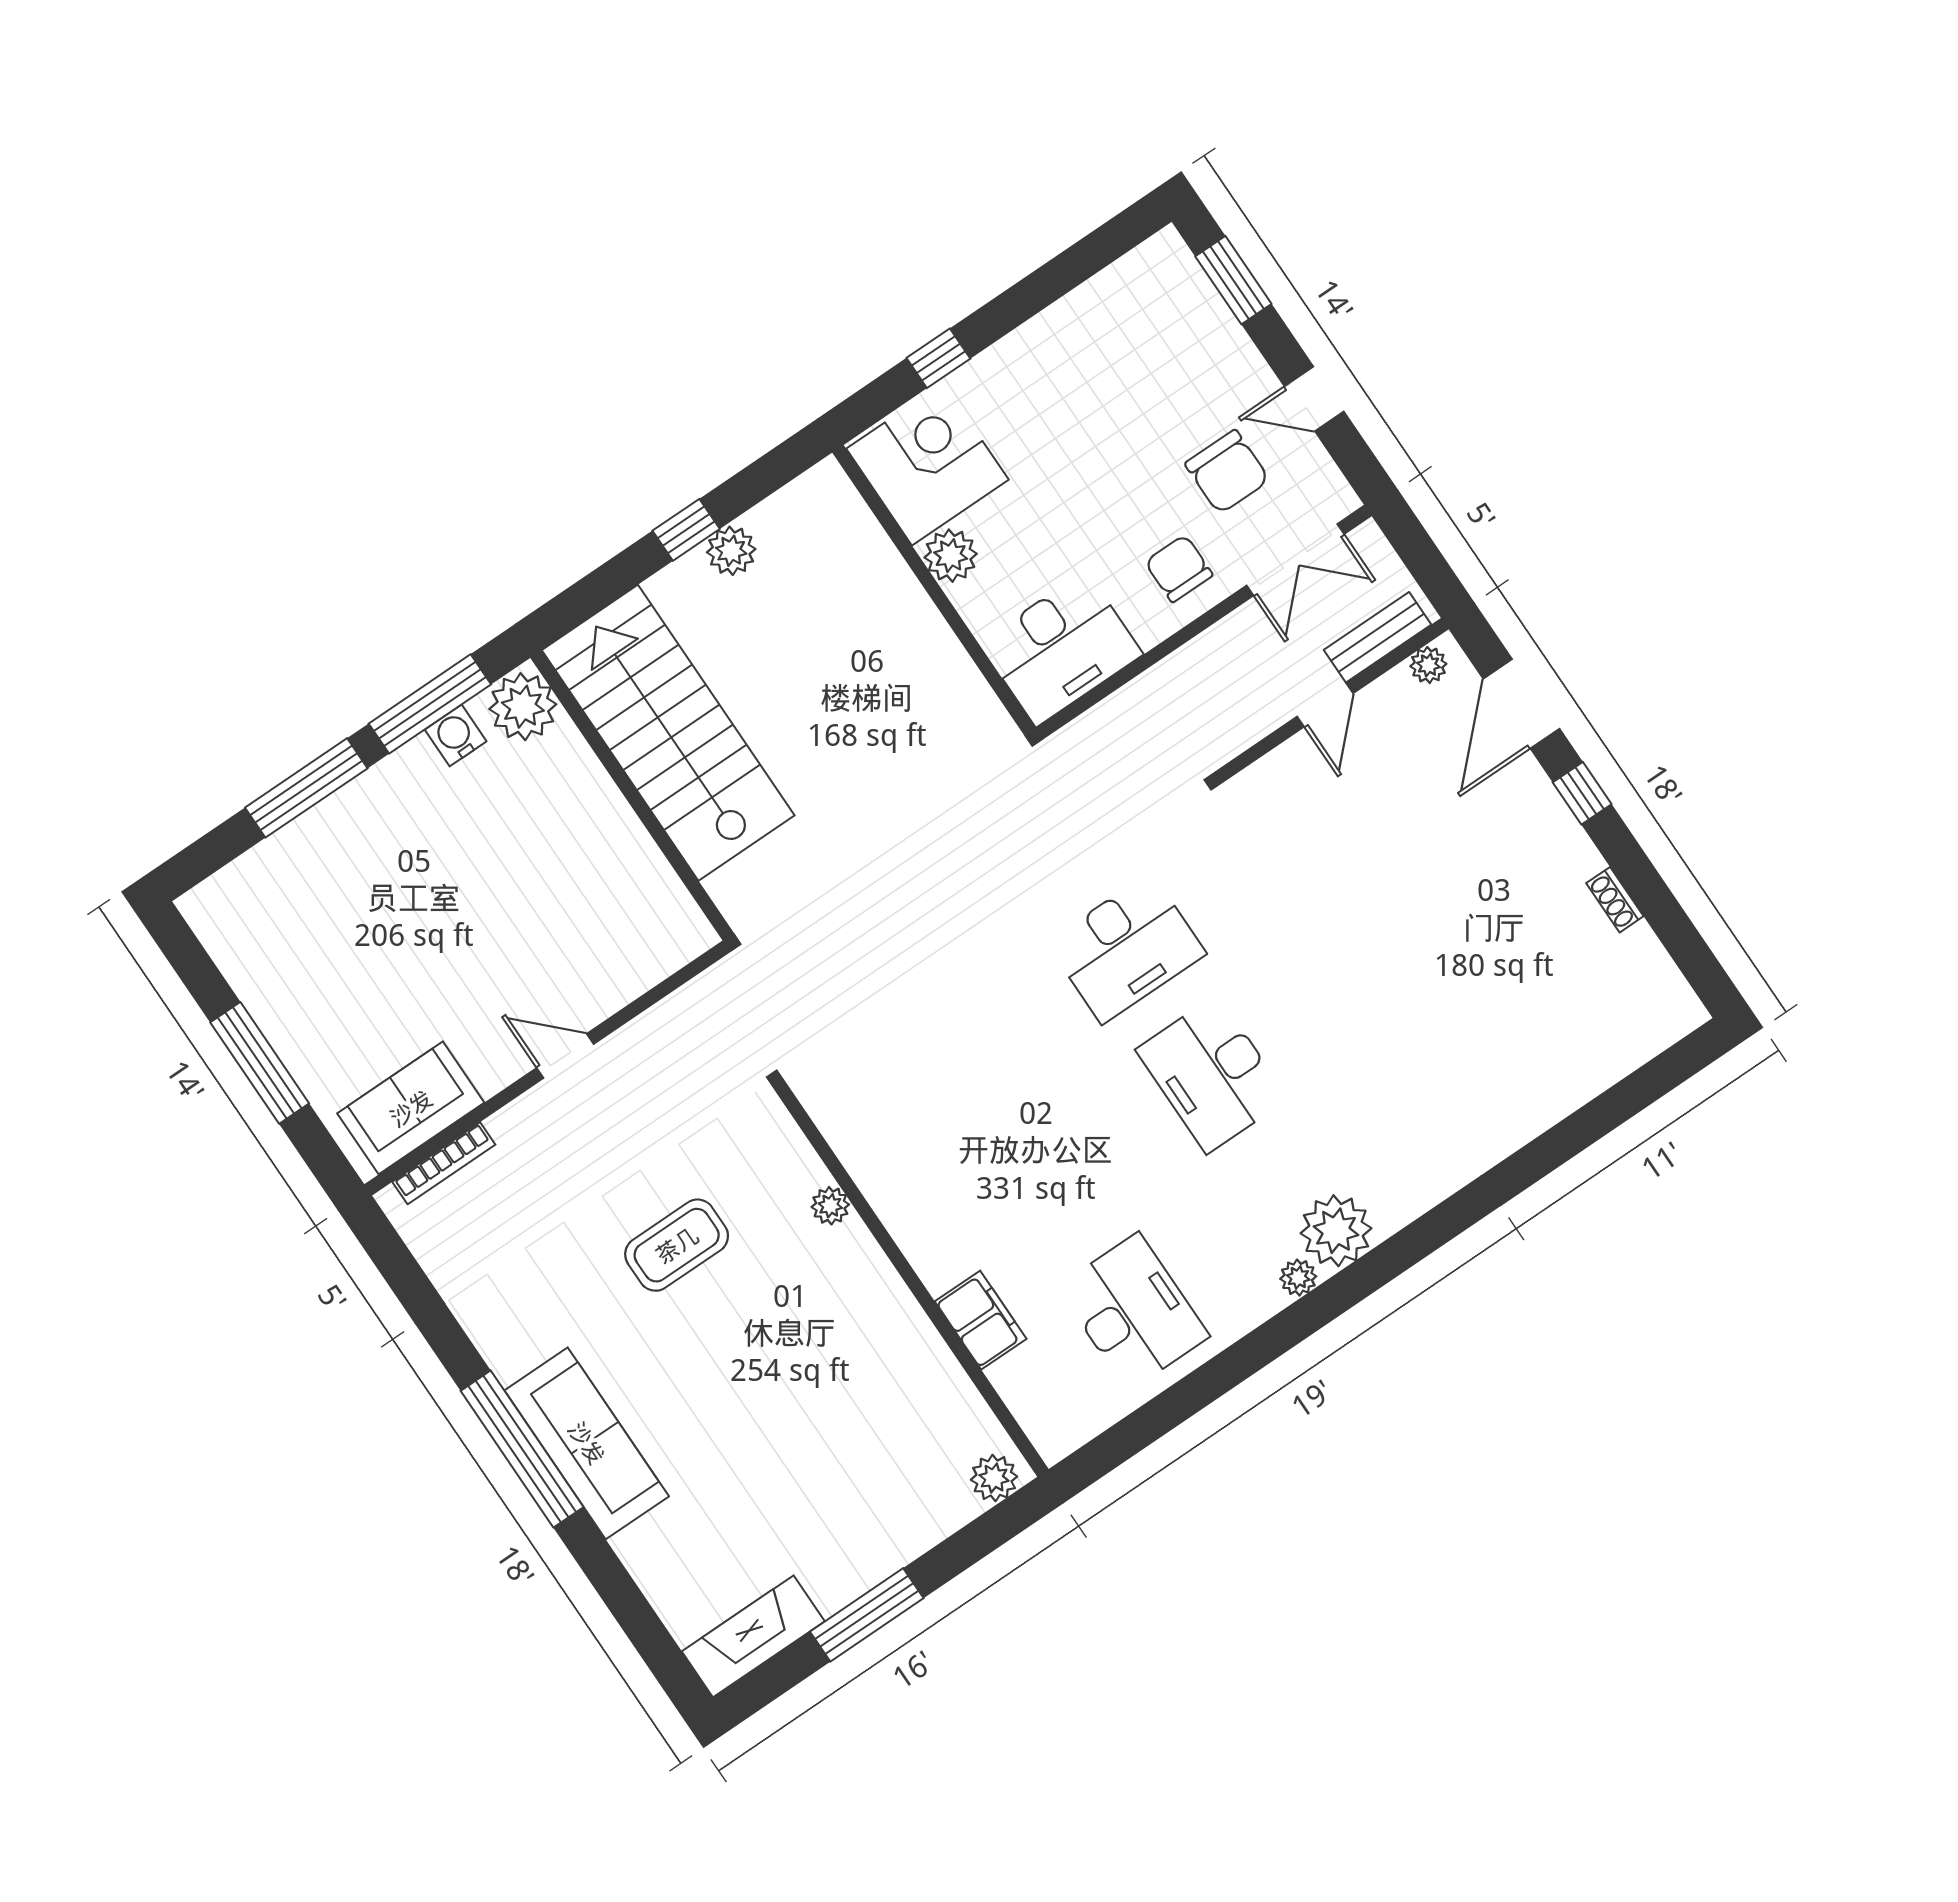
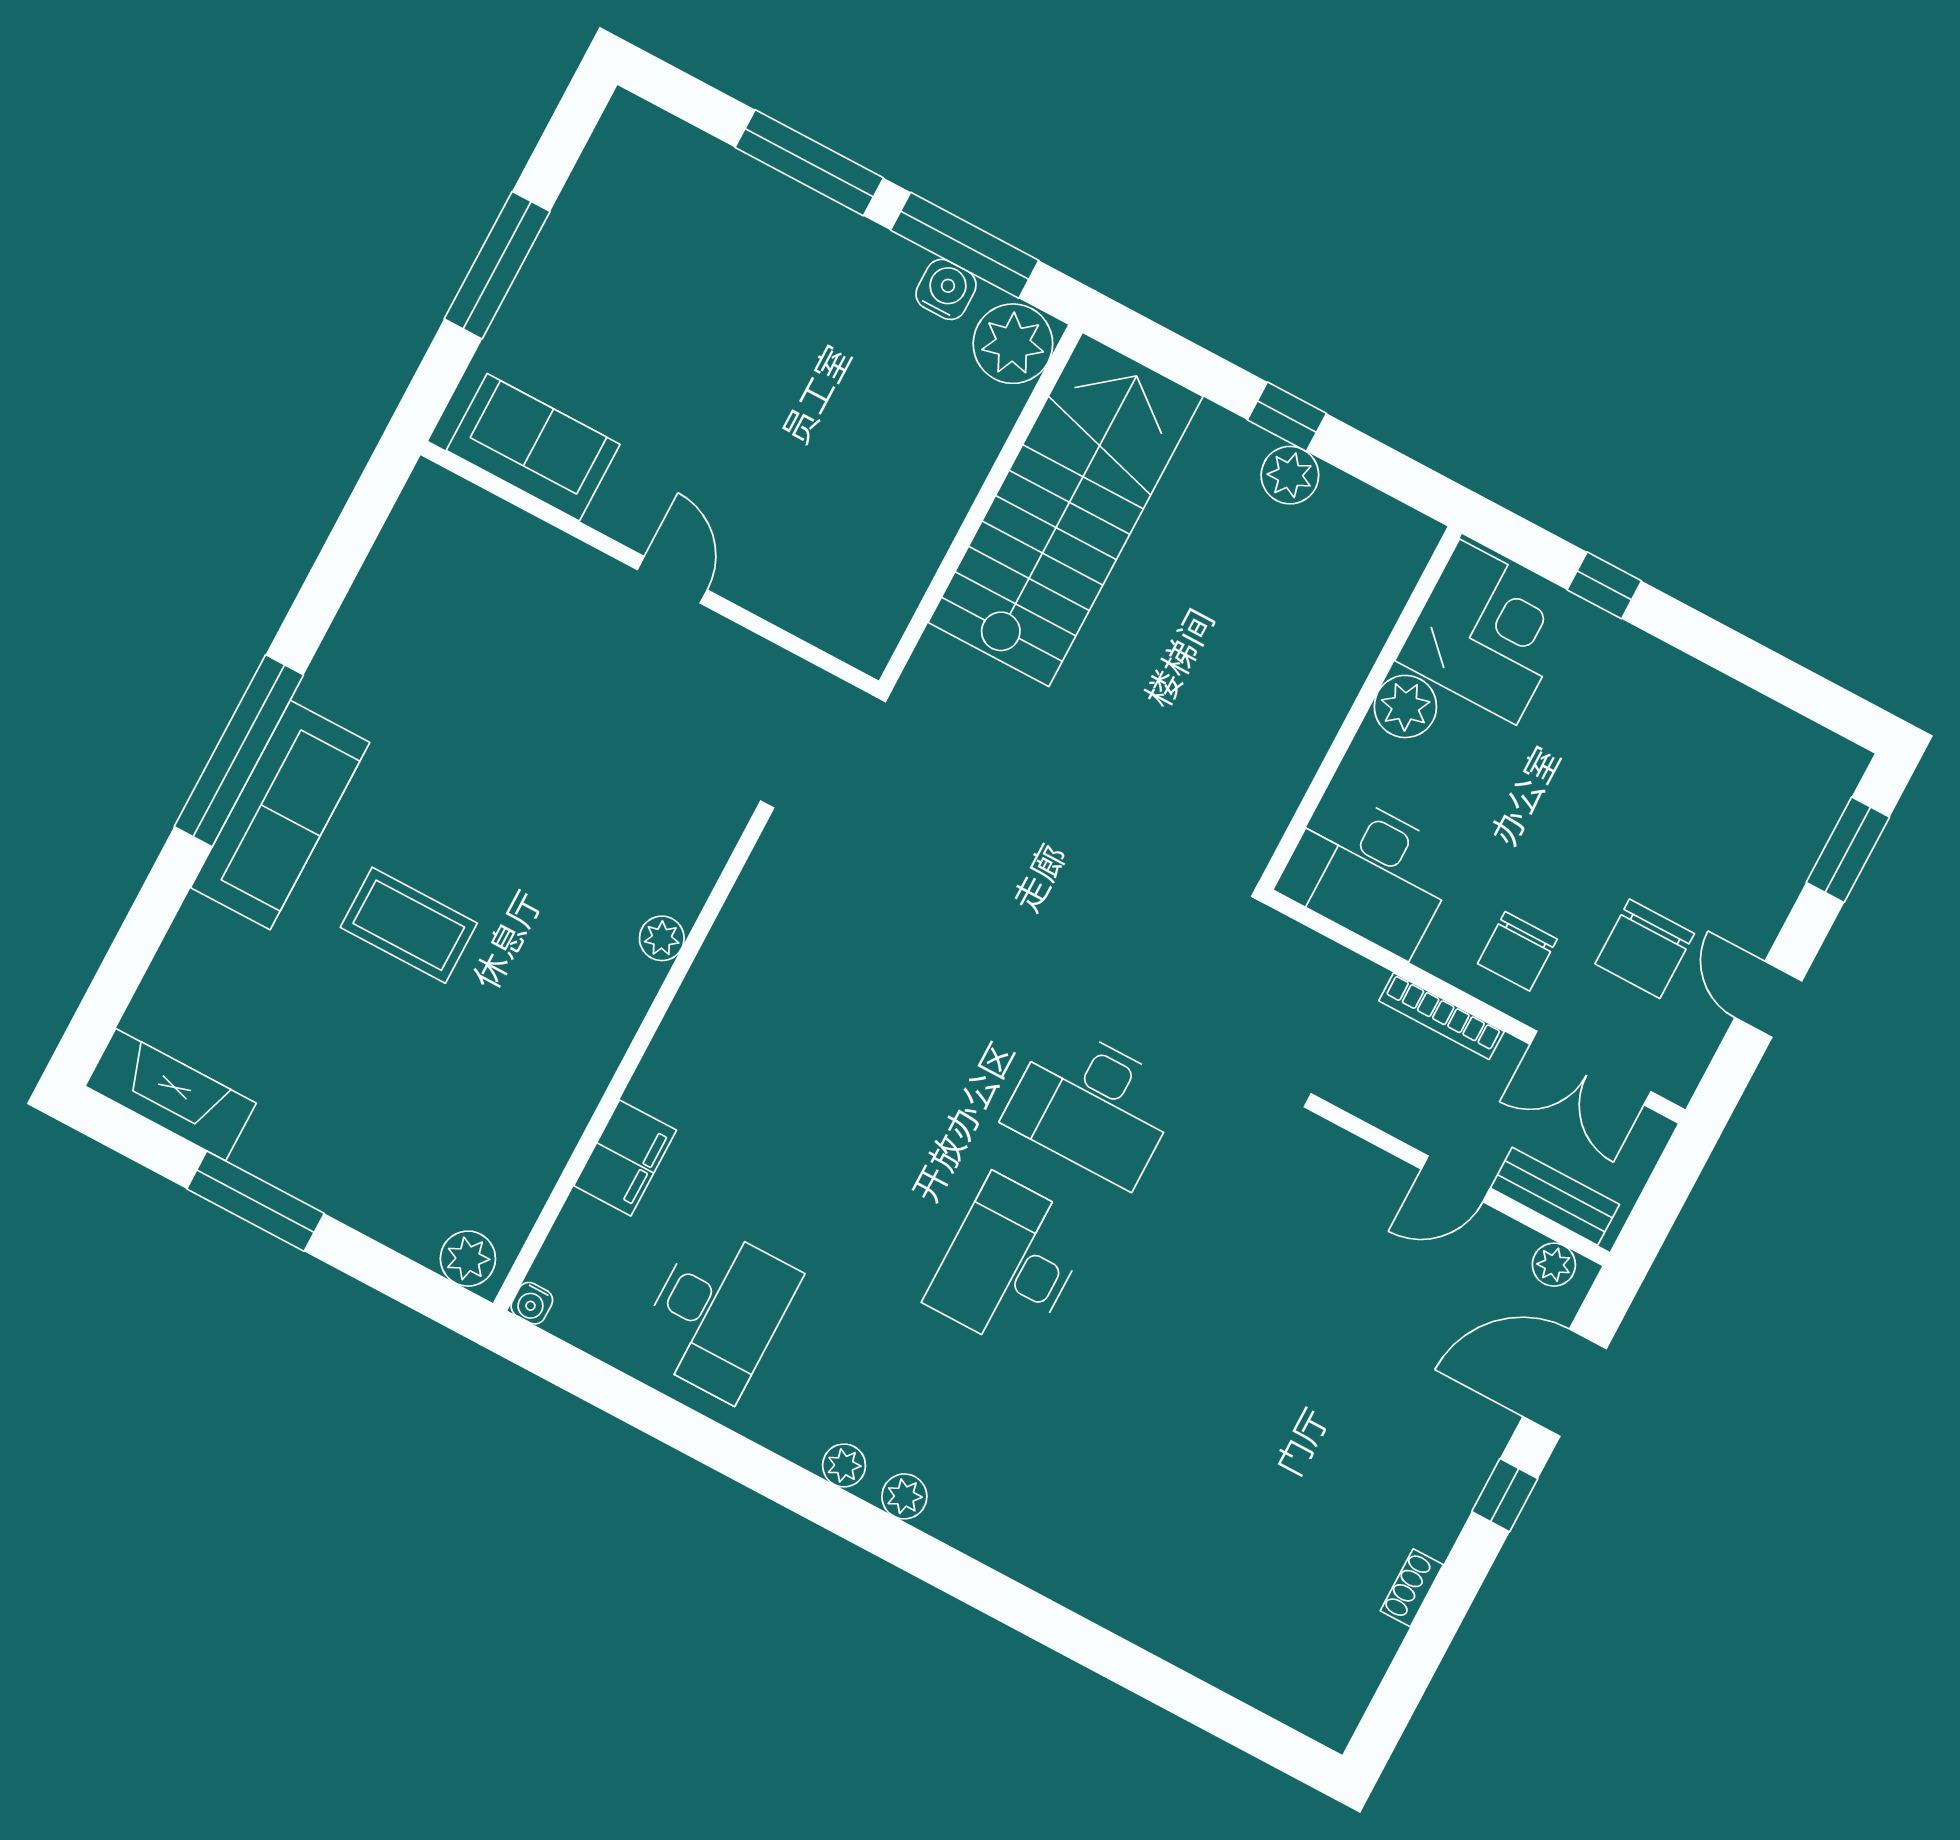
chair: (1179, 568) -> (1517, 951), turned 180
bookcase: (444, 1163) -> (1441, 1016), moved
plant: (1336, 1231) -> (904, 1496), width x0.53, depth x0.53
coffee table: (677, 1245) -> (409, 925), moved
water cooler: (1053, 1448) -> (532, 1303), added

